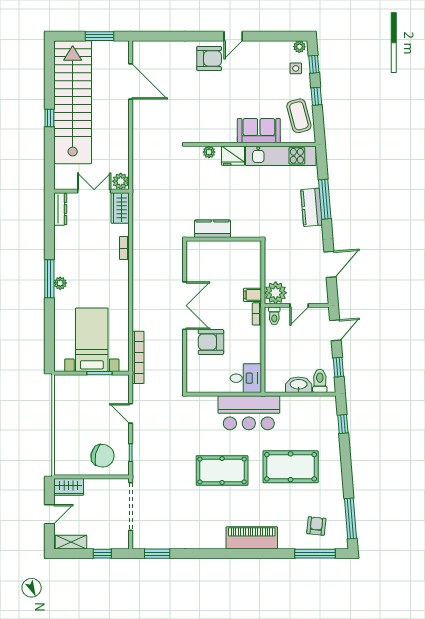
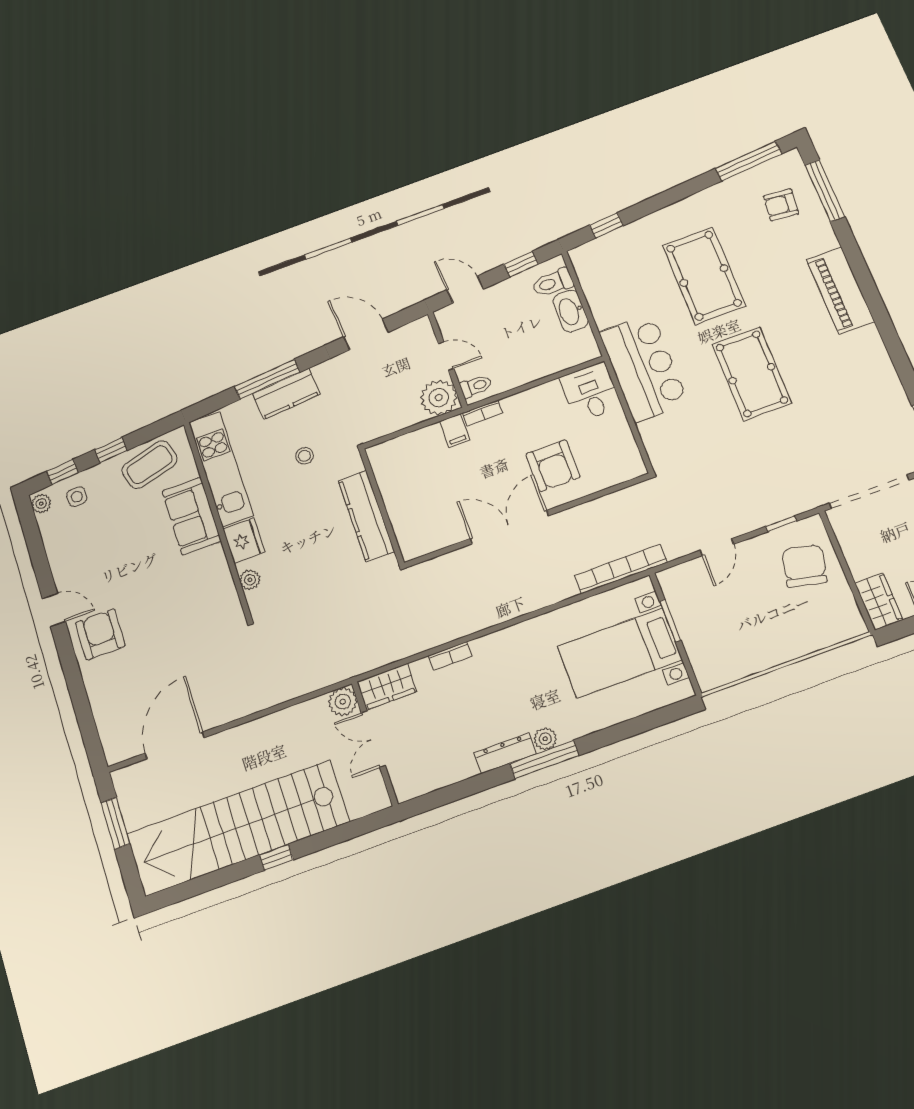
stool: (270, 206) -> (304, 456), added
dresser: (60, 209) -> (505, 753), moved
kitchen counter: (212, 229) -> (366, 516), width x1.50

